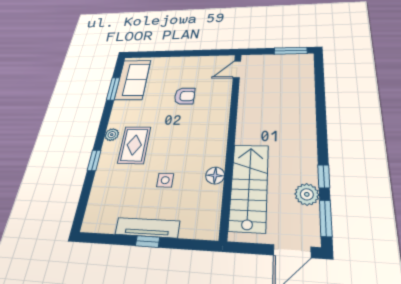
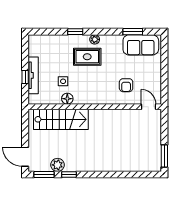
door: (237, 69) -> (149, 107), moved
wall: (231, 136) -> (95, 107), moved
floor lamp: (215, 175) -> (67, 99), moved
stairs: (249, 187) -> (61, 119), moved

